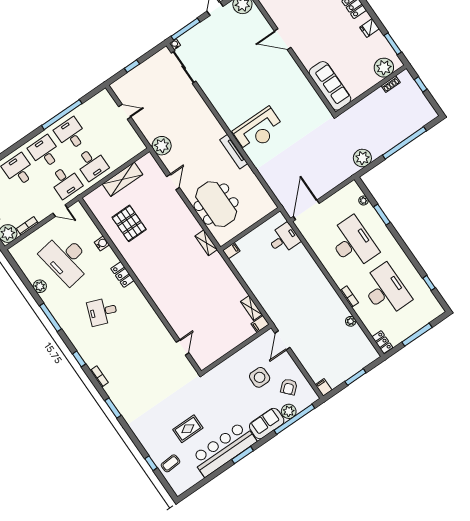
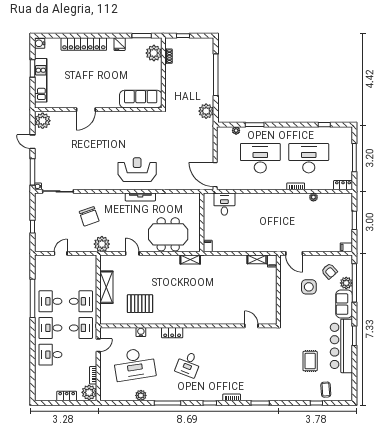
chair: (180, 115) -> (89, 216), added
reception desk: (258, 130) -> (137, 170), turned -90

